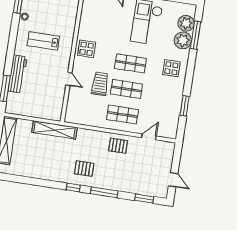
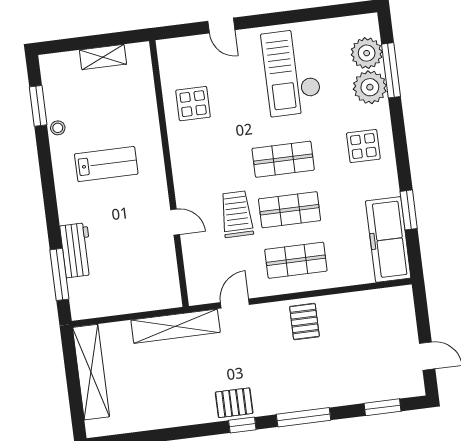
lab bench: (43, 41) -> (106, 164), turned 180
display table: (87, 49) -> (193, 104), moved
workbench: (17, 74) -> (76, 250), width x0.73
freezer: (170, 117) -> (388, 239), added
door: (149, 137) -> (235, 304), moved
pallet: (118, 146) -> (304, 322), turned 90
pallet: (84, 169) -> (234, 403), moved

